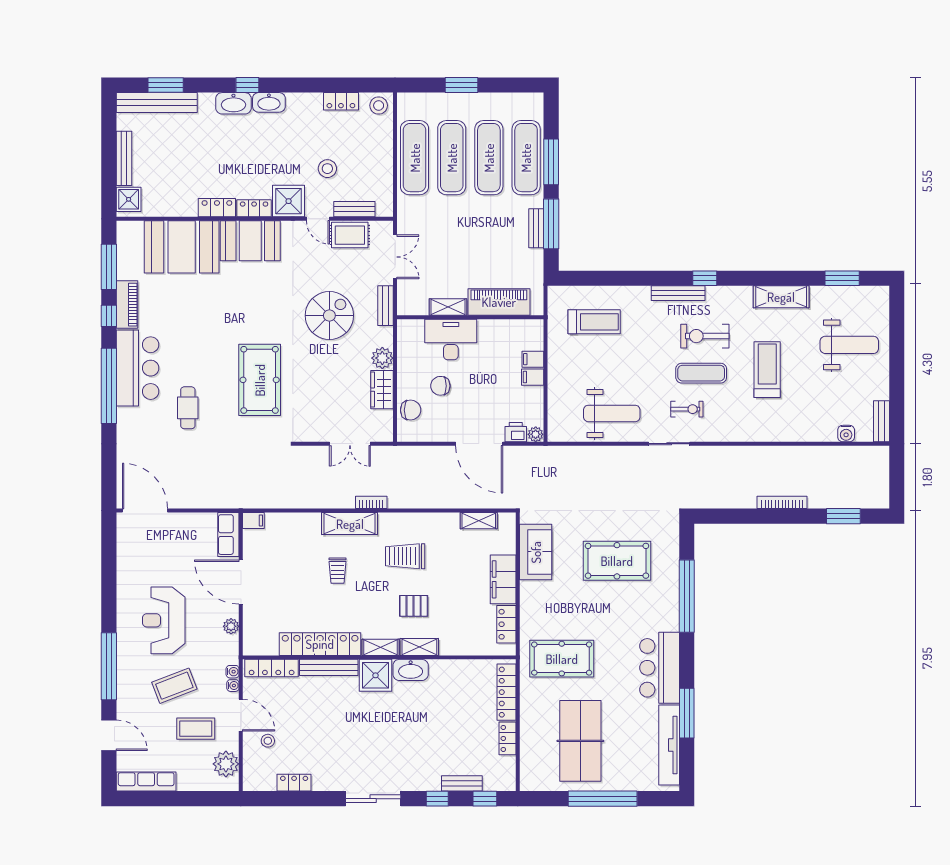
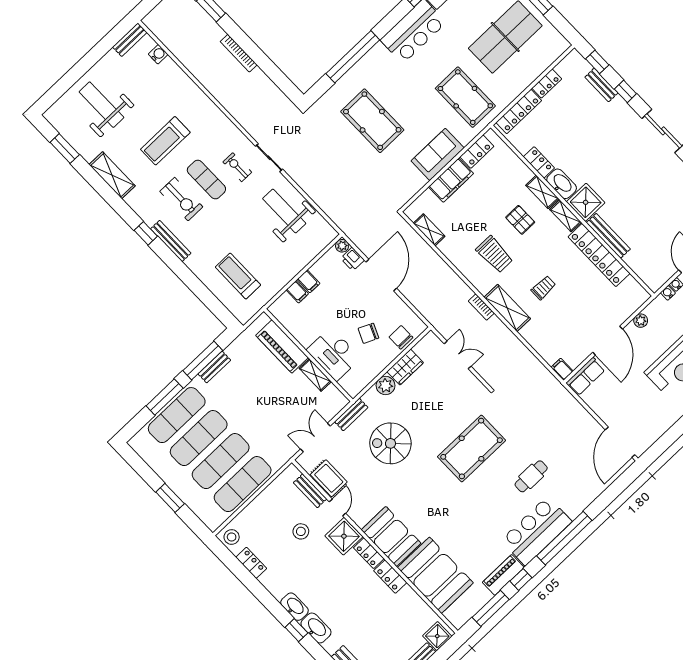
chair: (440, 386) -> (368, 333), turned 114
sofa: (536, 552) -> (438, 154), moved
locker: (272, 668) -> (539, 162), moved, width x0.66

